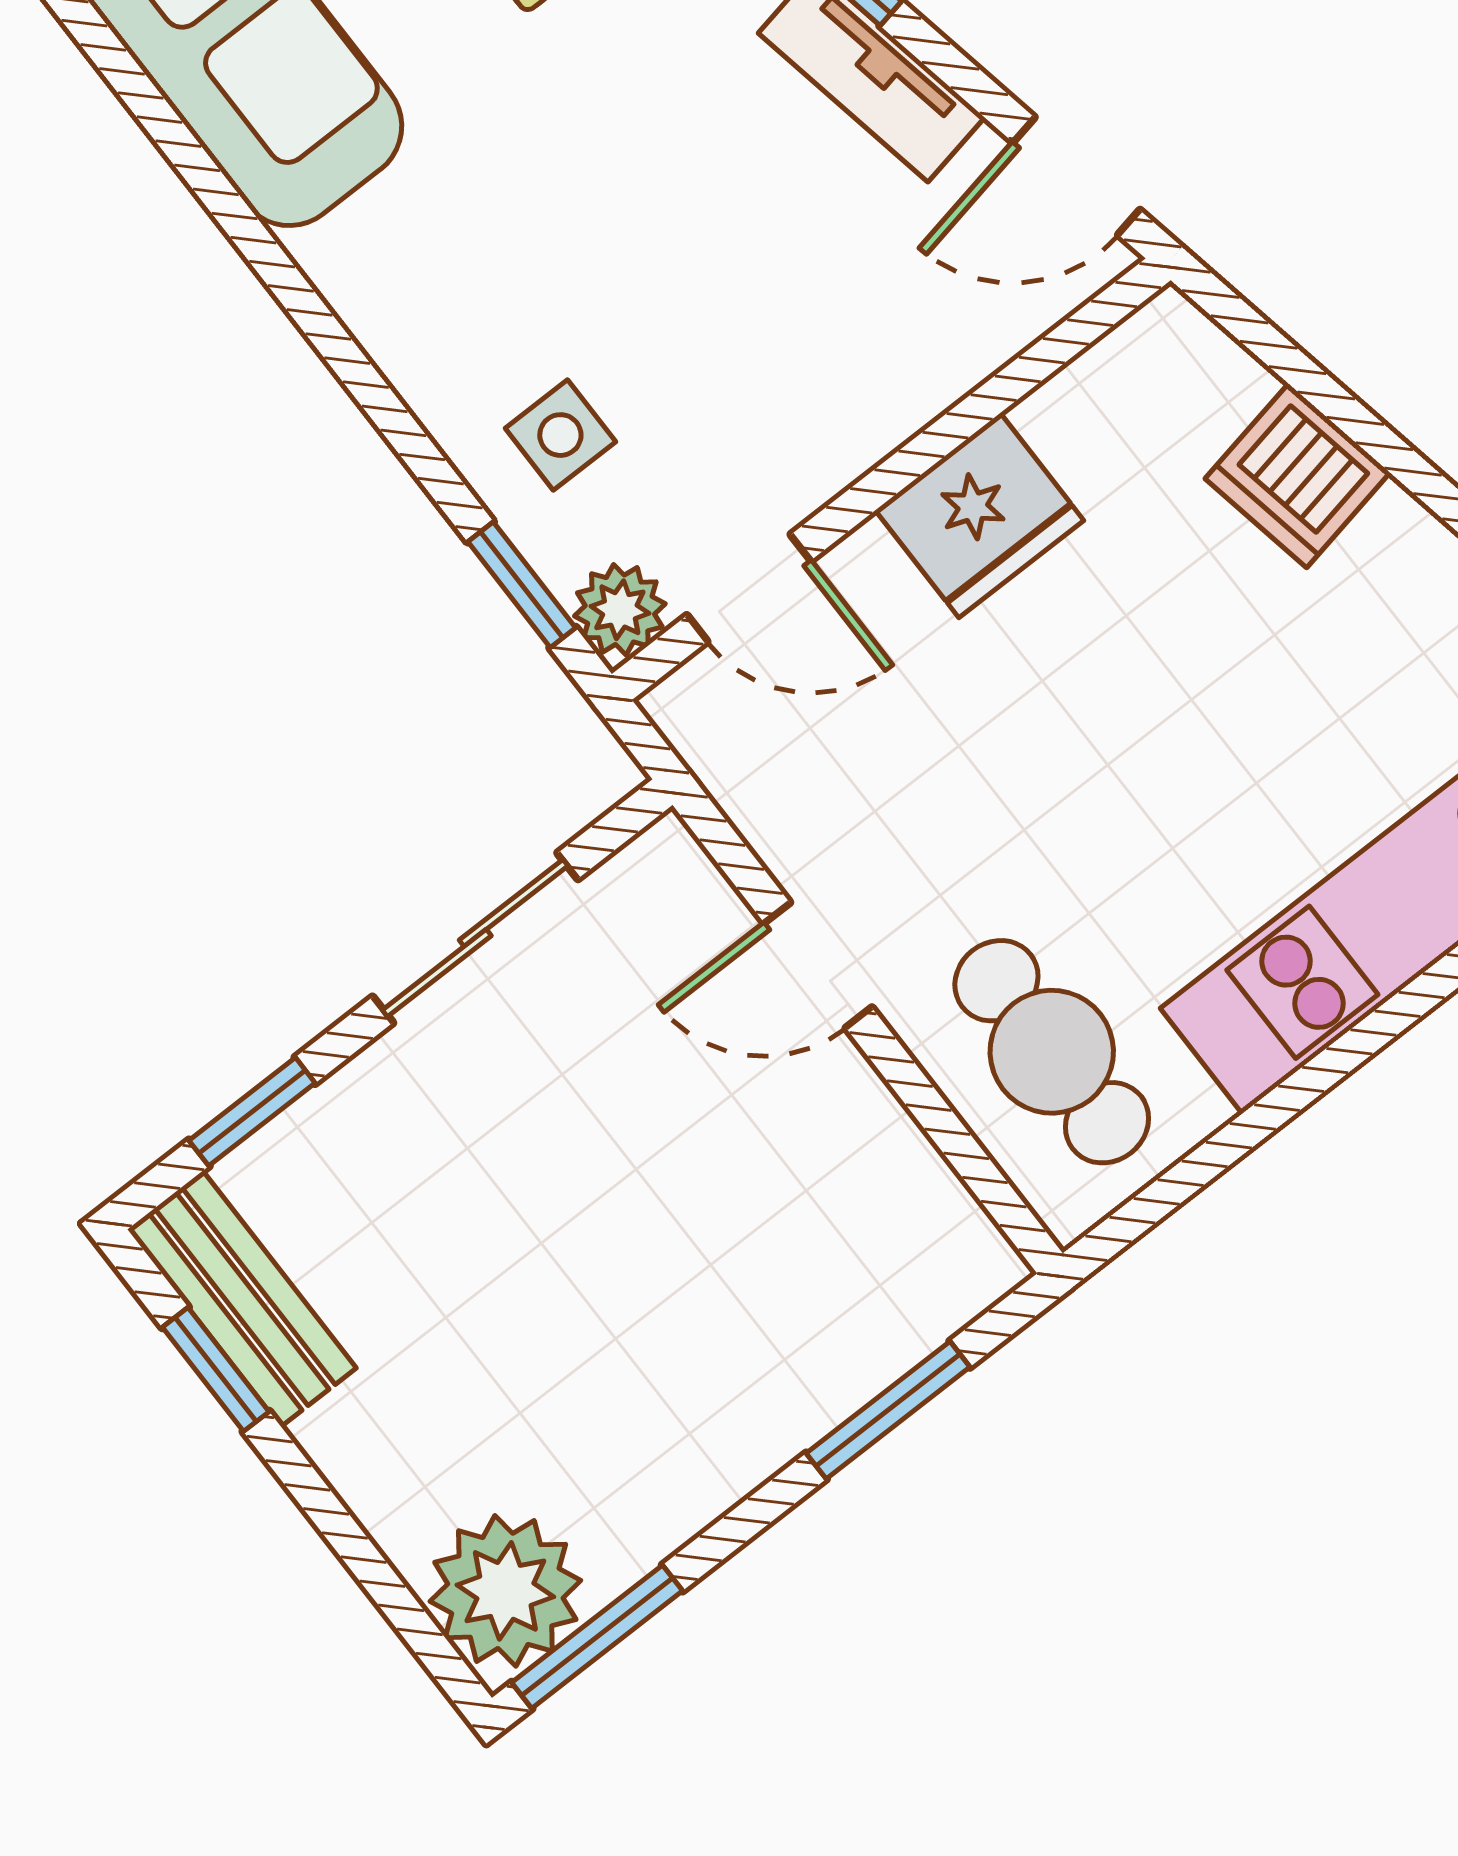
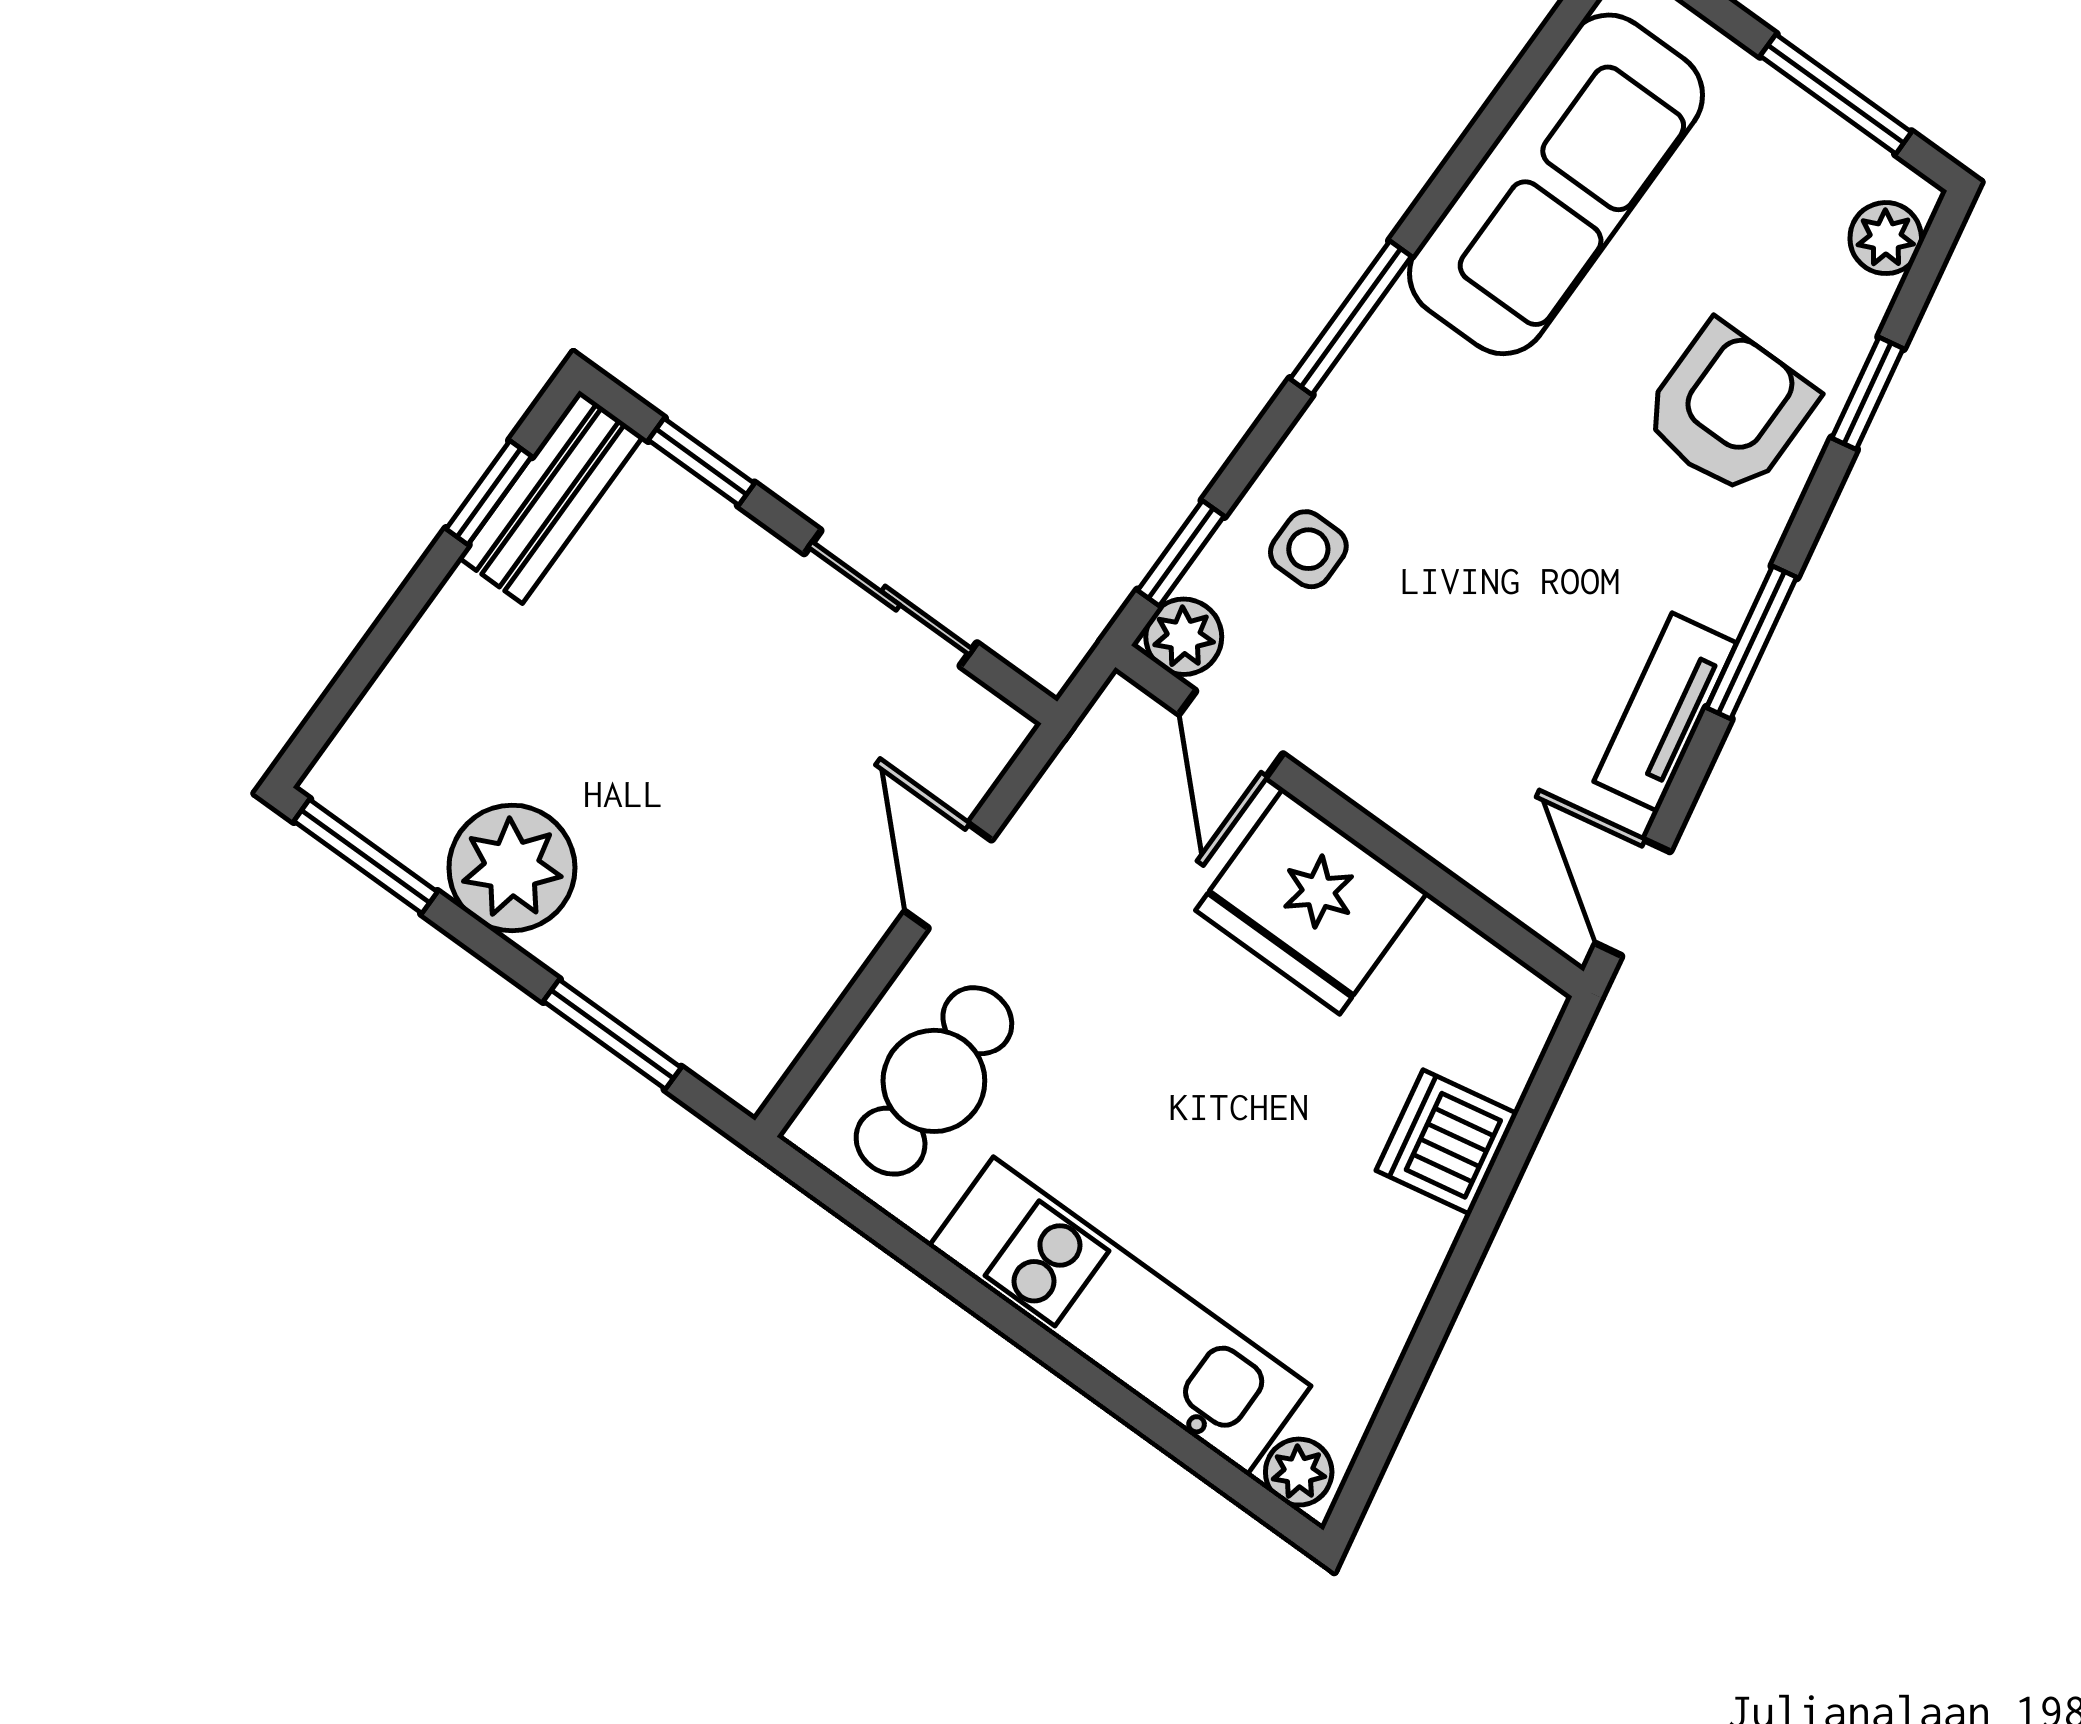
window: (305, 307) -> (1351, 318), added
fridge: (980, 515) -> (1312, 901), width x1.36, depth x1.34
plant: (505, 1591) -> (512, 868), moved

